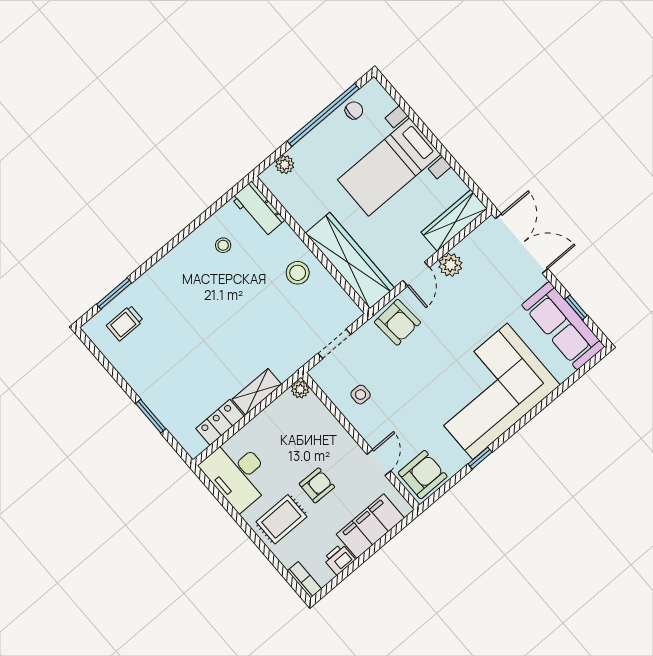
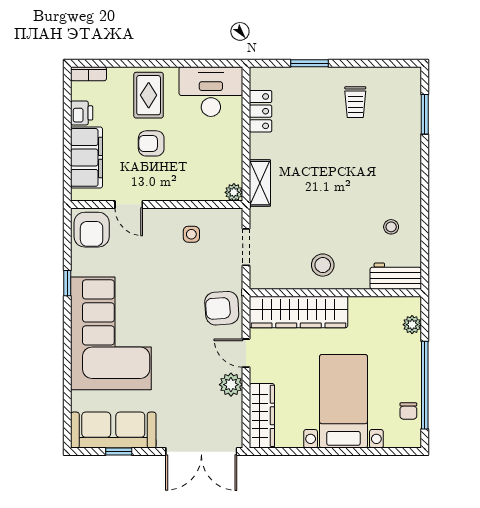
trolley: (125, 323) -> (355, 102), moved, turned 180
shelving: (257, 392) -> (260, 183), moved
armchair: (317, 485) -> (151, 143), turned 89

